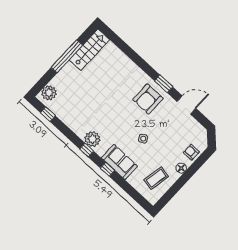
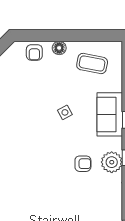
armchair: (148, 99) -> (83, 164), moved, width x0.53, depth x0.53

